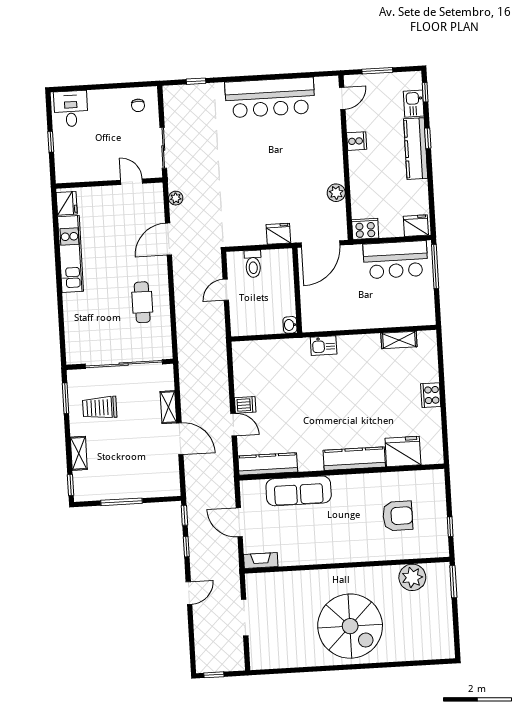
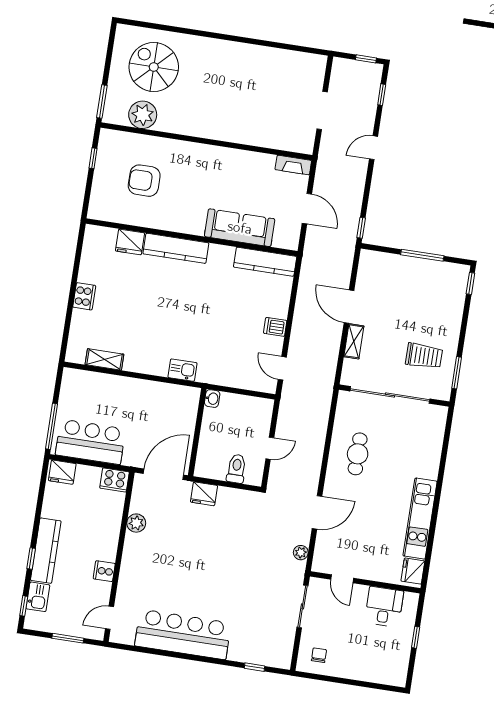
desk: (71, 109) -> (384, 607), moved, turned 180
door: (234, 425) -> (282, 368), moved
fridge: (403, 452) -> (130, 242), width x0.73, depth x0.75
shelving: (79, 453) -> (455, 314), removed
window: (186, 547) -> (382, 95), moved
spiral stairs: (350, 626) -> (154, 67), moved, width x0.73, depth x0.73

